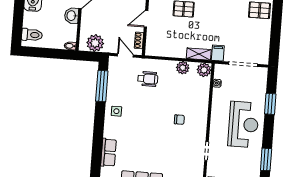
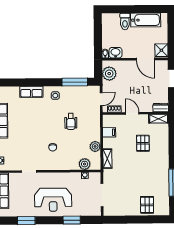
washbasin: (72, 16) -> (116, 53), moved
toilet: (32, 35) -> (125, 22), moved
filing cabinet: (218, 53) -> (109, 132), moved
plant: (204, 70) -> (85, 164), moved
wheelchair: (148, 79) -> (71, 122), moved
row of seats: (109, 152) -> (31, 92), moved

